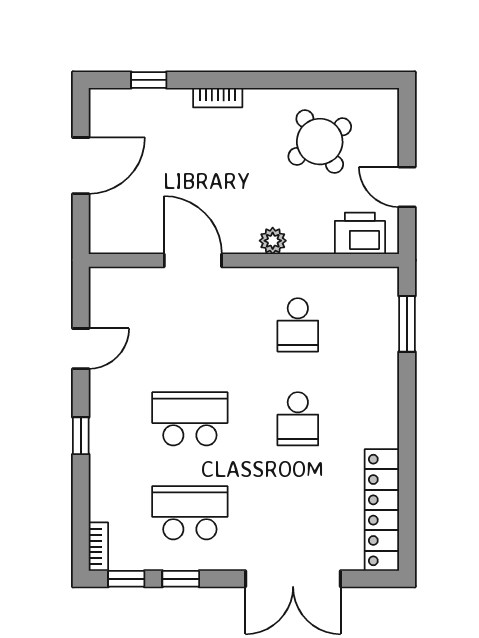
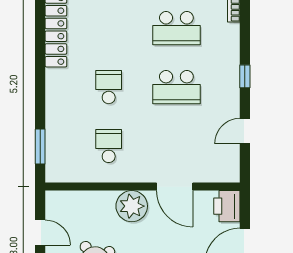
printer: (360, 233) -> (227, 206), moved, turned 90
plant: (273, 241) -> (132, 206), width x1.87, depth x1.87

